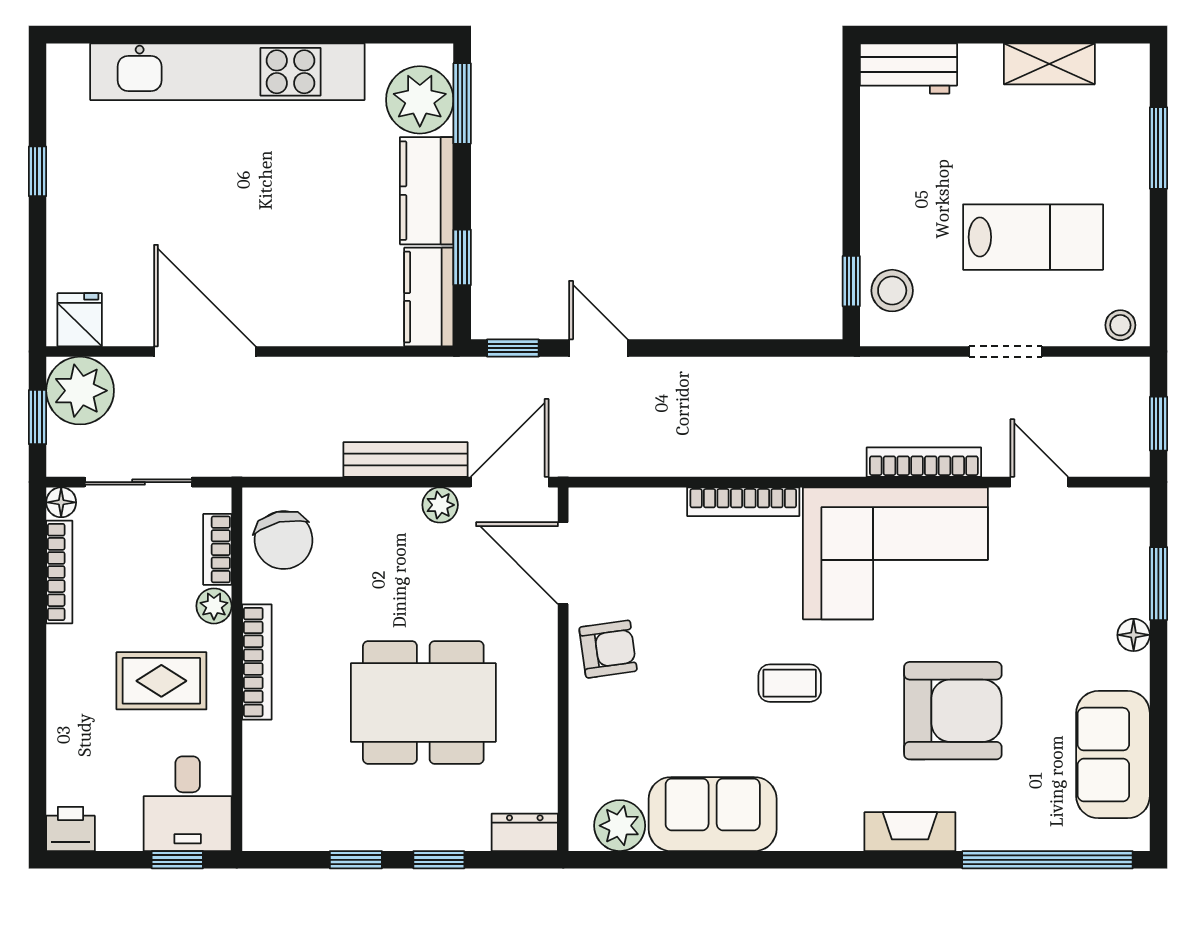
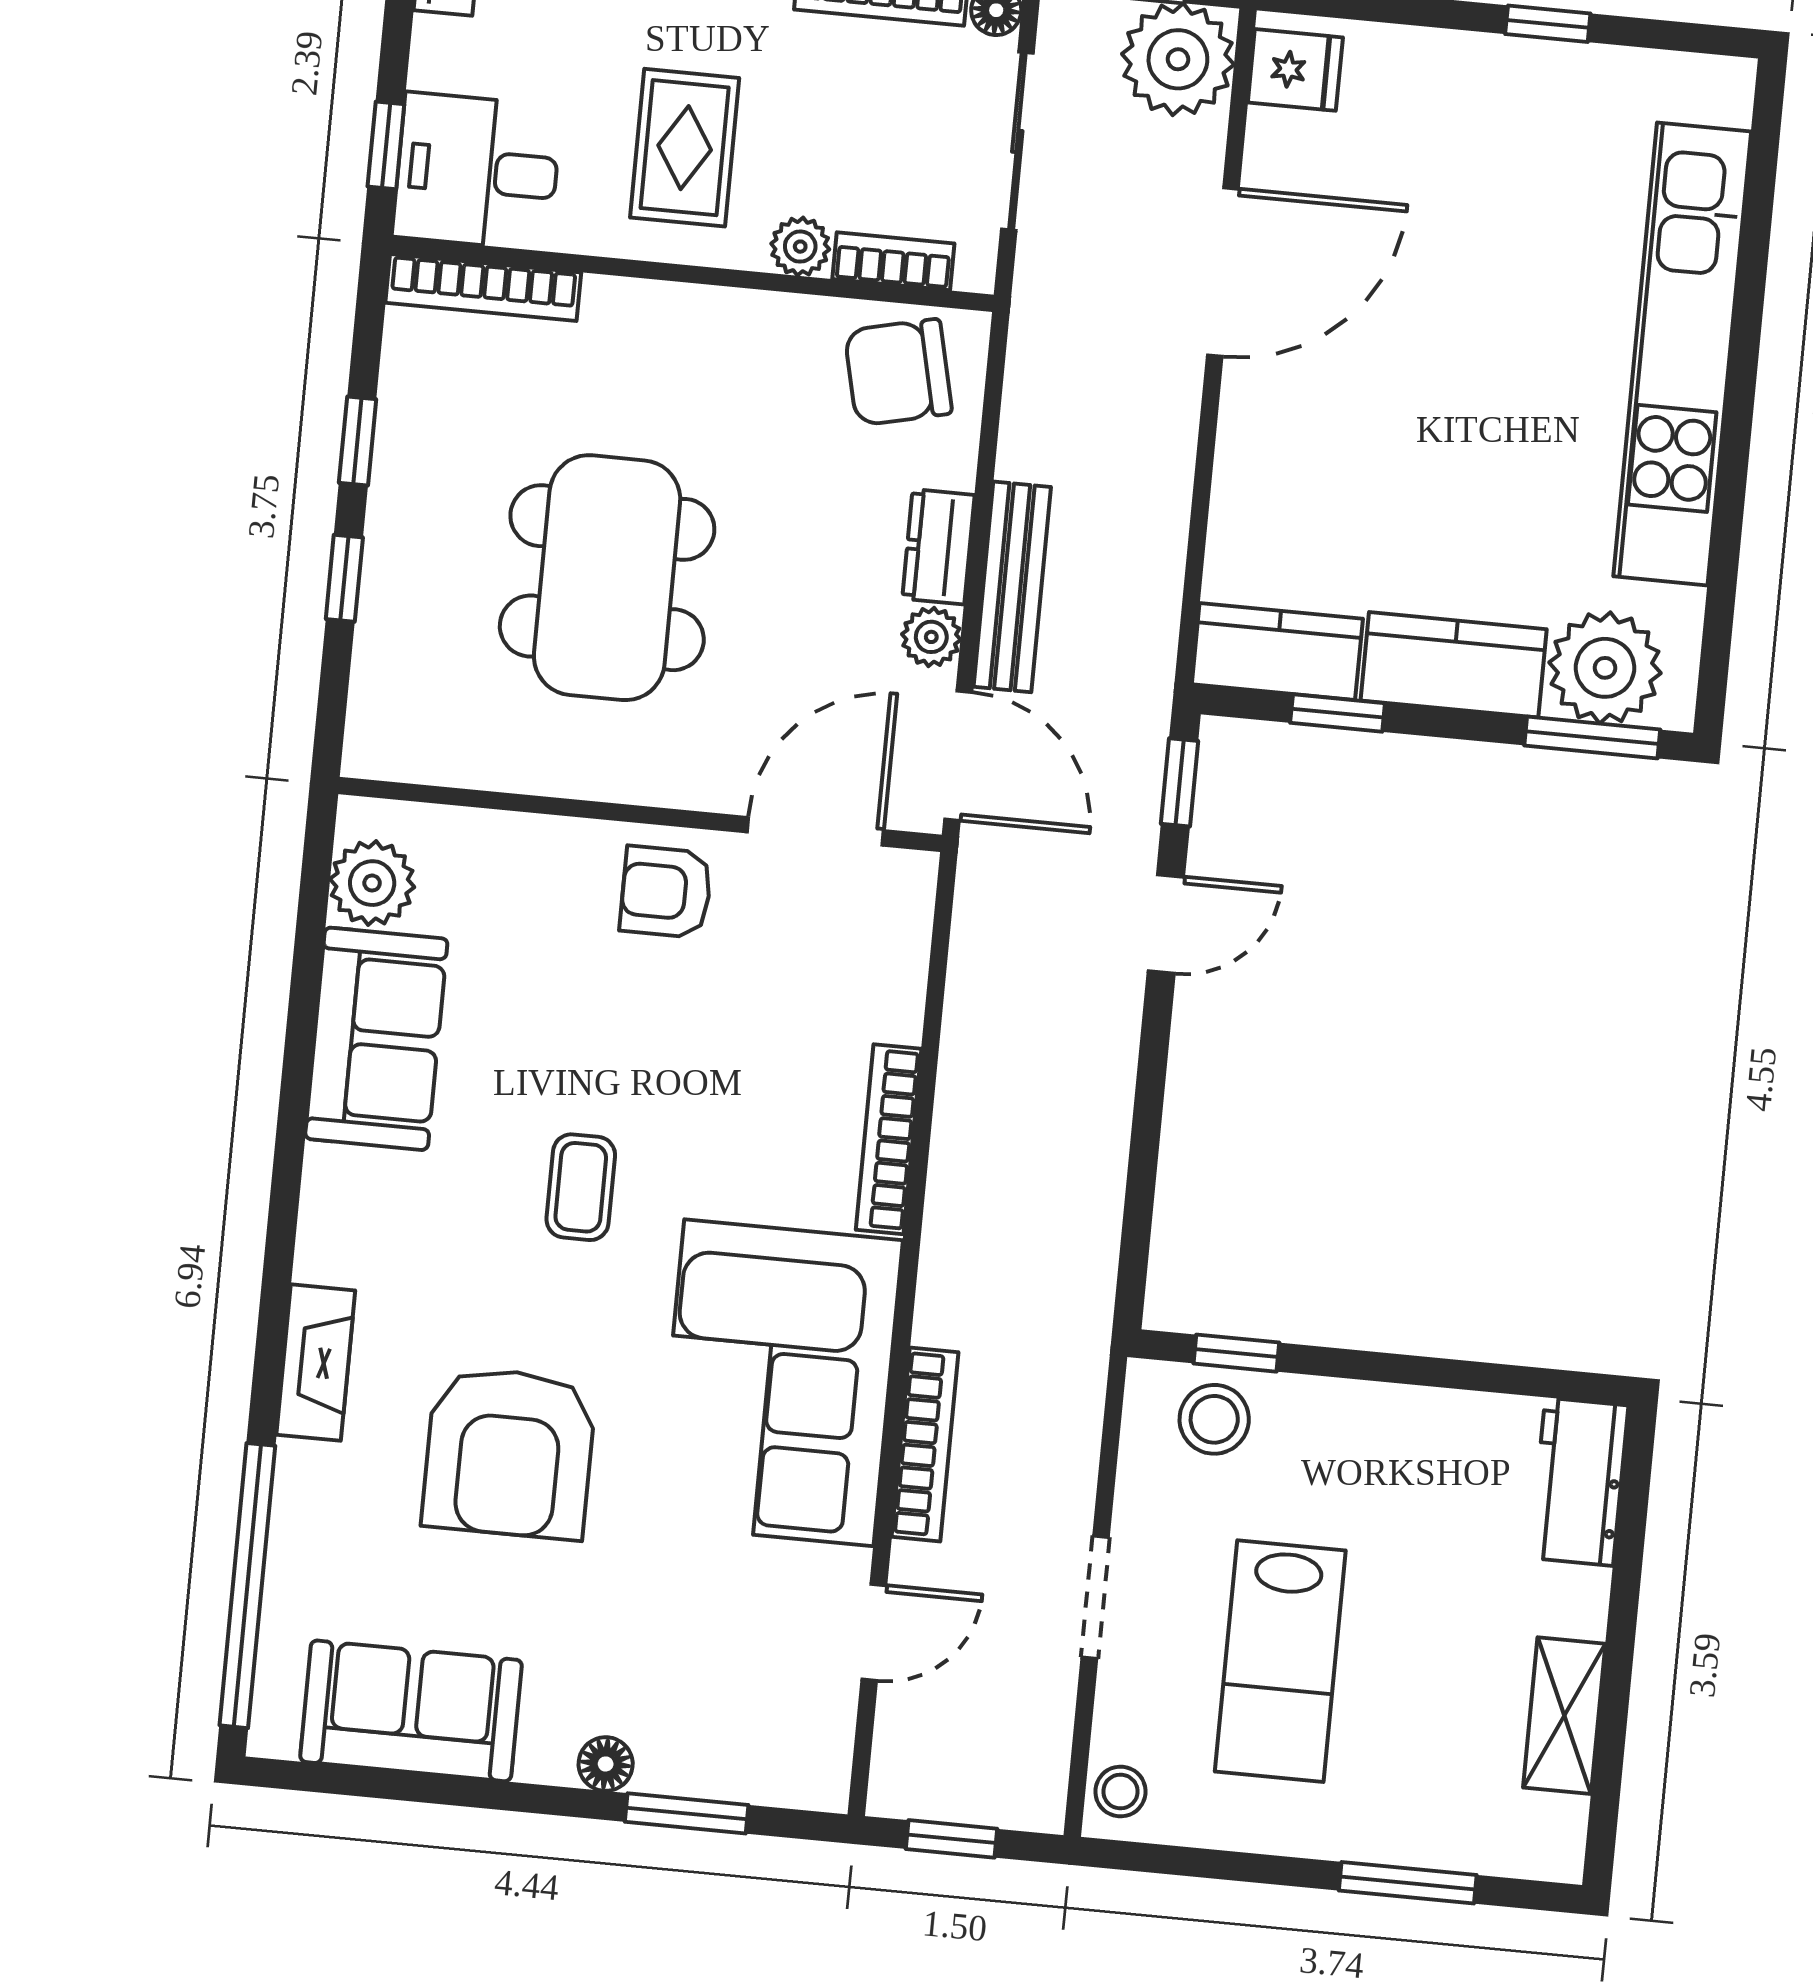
armchair: (608, 649) -> (666, 892), turned 98
bookcase: (257, 662) -> (483, 288), moved
dresser: (525, 832) -> (938, 547), moved, turned 180

